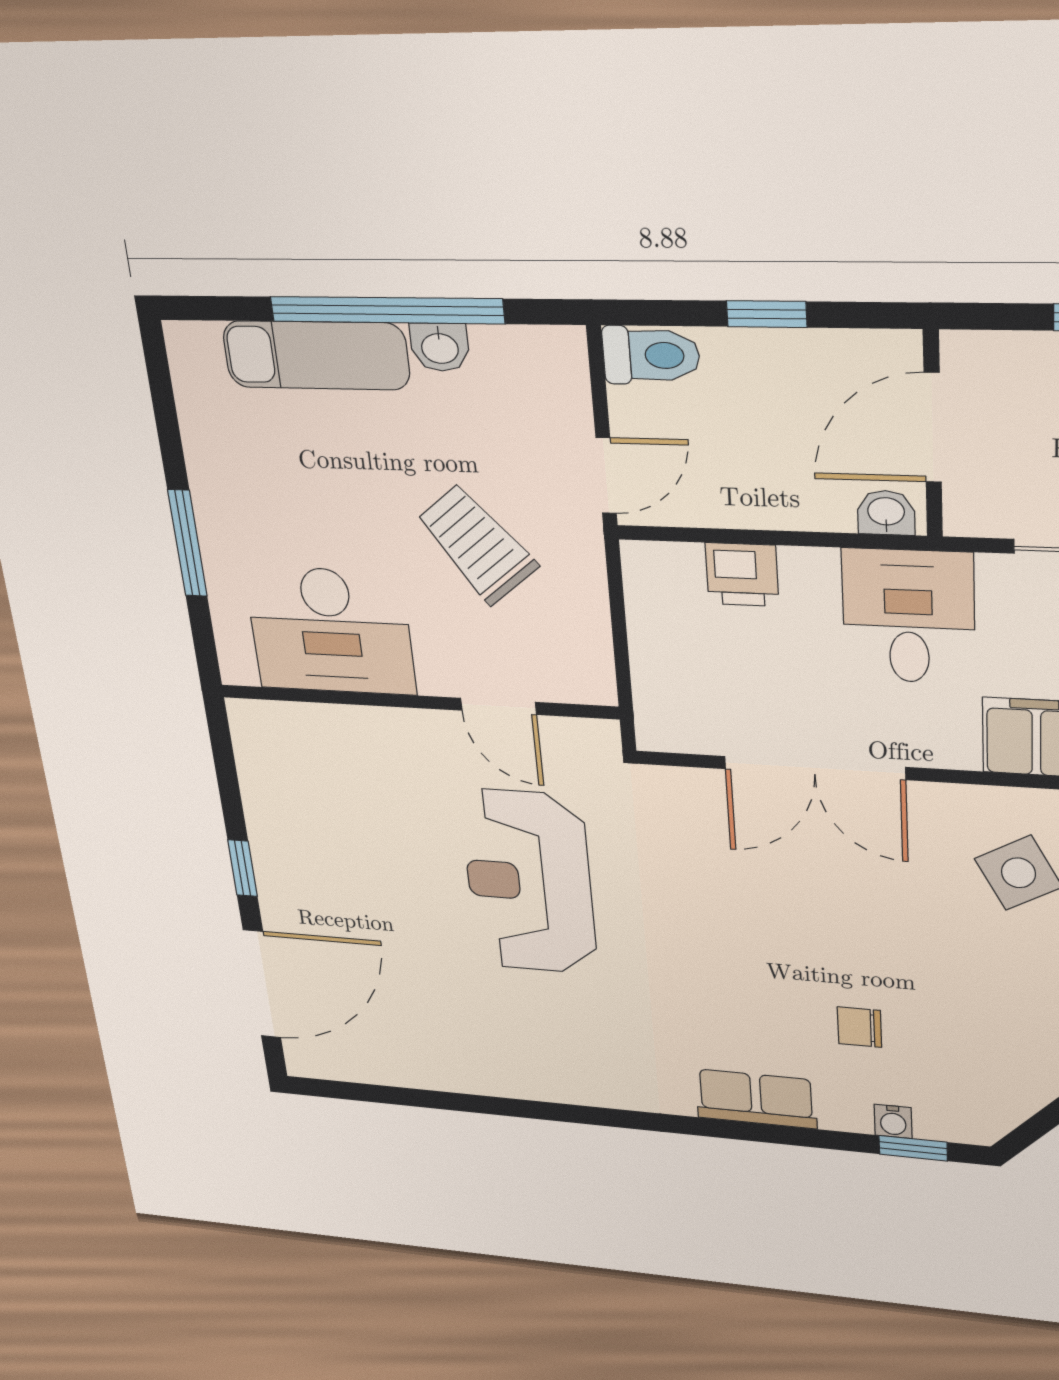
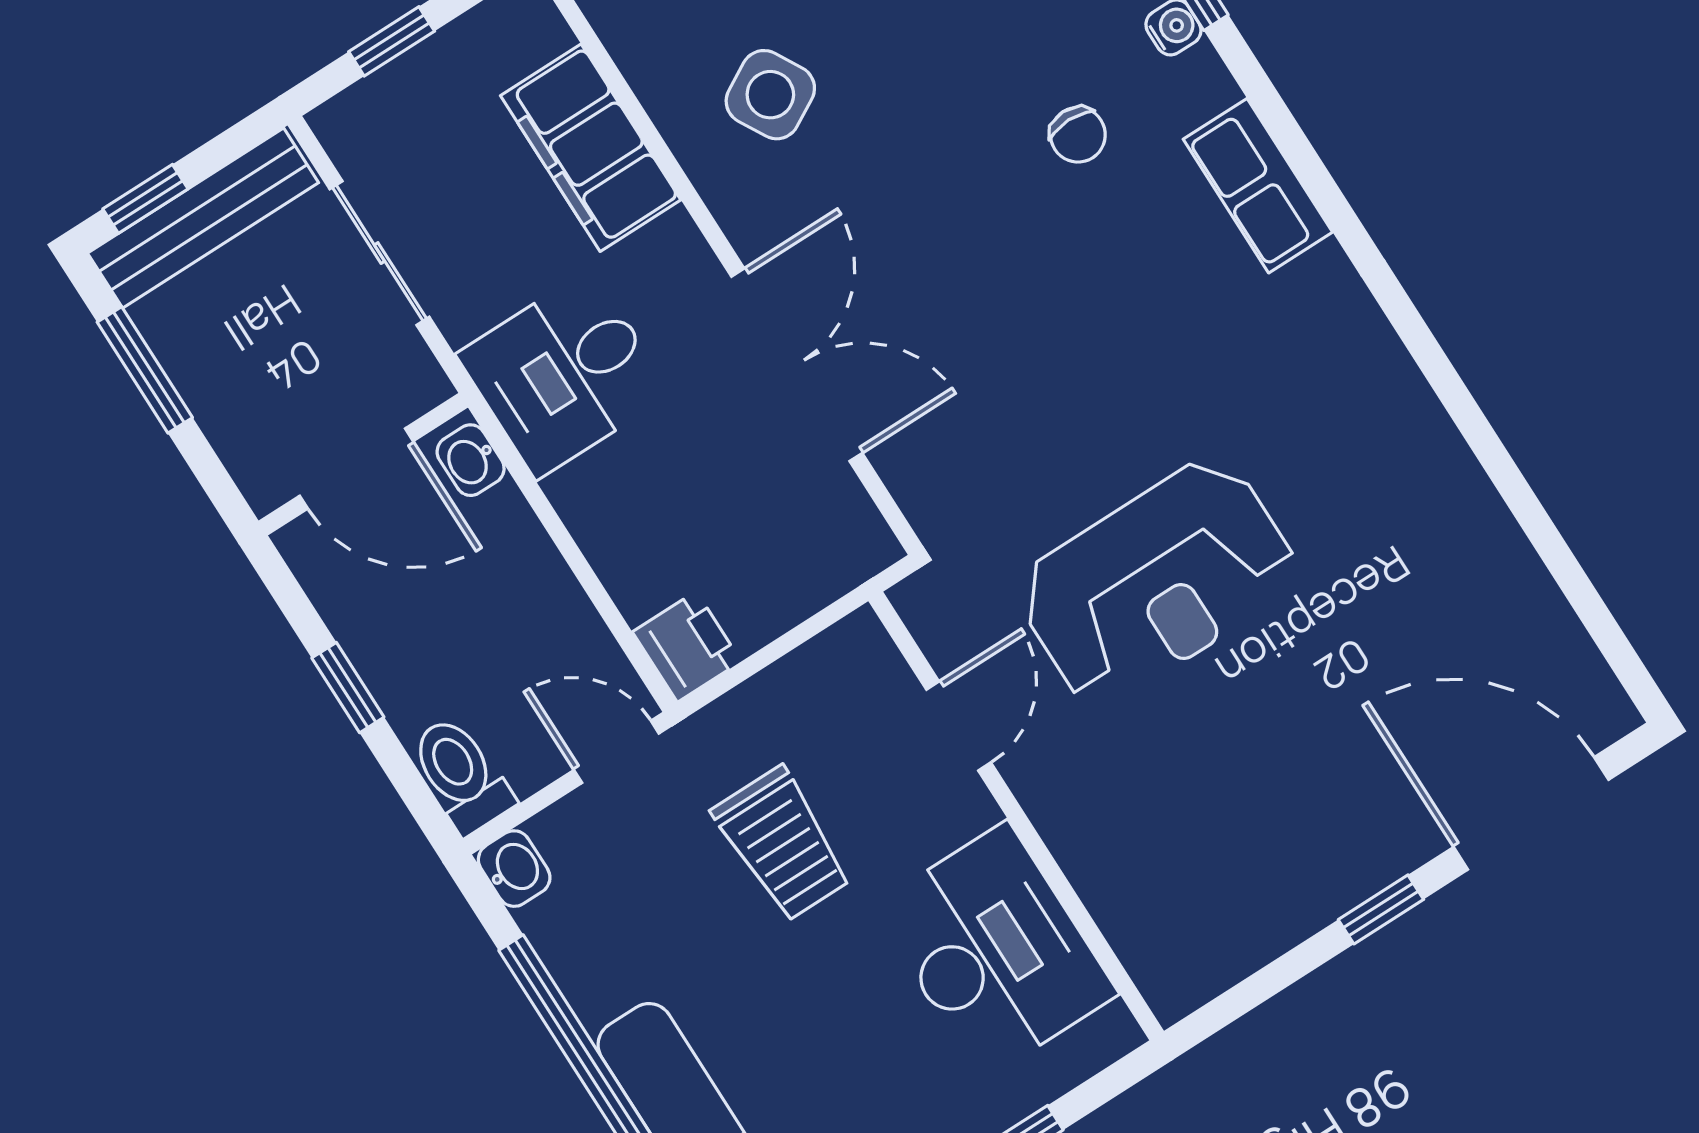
washbasin: (440, 347) -> (514, 869), moved
trolley: (477, 544) -> (782, 844), turned -51
printer: (742, 575) -> (687, 647), moved

